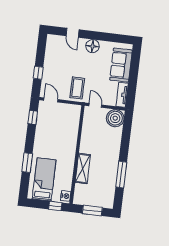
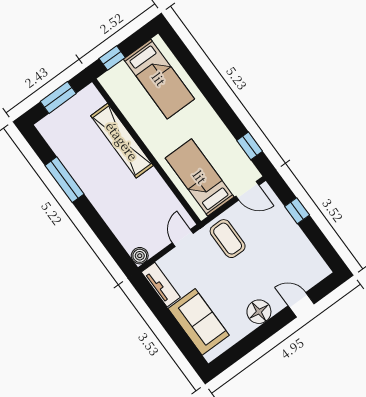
door: (95, 105) -> (183, 238), swing flipped
boiler: (115, 118) -> (140, 256), width x0.54, depth x0.54
bed: (65, 124) -> (200, 177), added
window: (27, 163) -> (201, 80), removed
shelving: (83, 168) -> (122, 141), width x1.47
nightstand: (66, 196) -> (111, 84), removed

